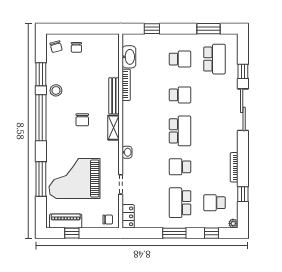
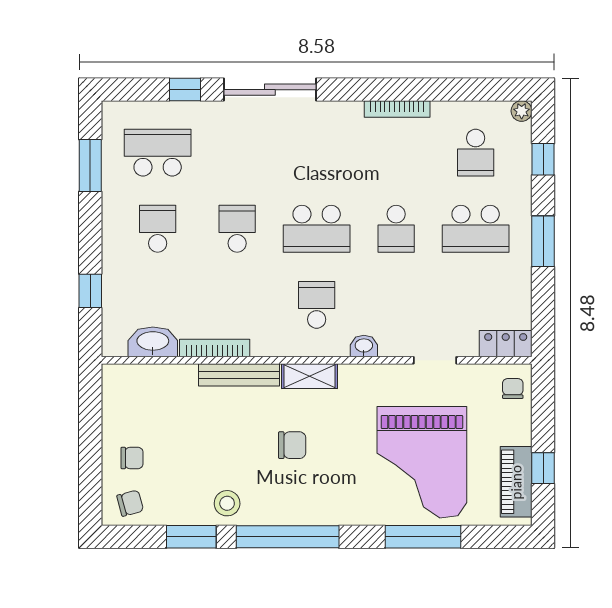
school desk: (146, 131) -> (317, 305), added
school desk: (180, 131) -> (317, 229), turned 180
window: (243, 194) -> (457, 90), removed

